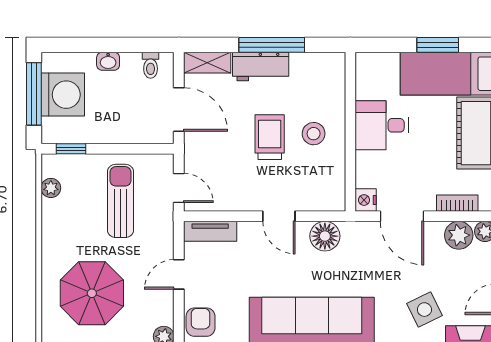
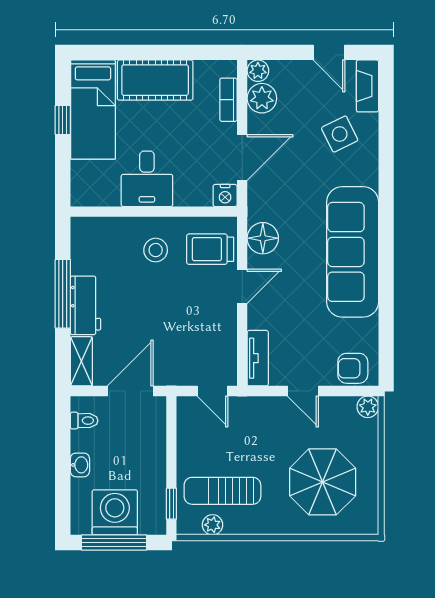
window: (438, 45) -> (63, 120), width x0.67
trolley: (270, 137) -> (210, 249), moved
door: (179, 188) -> (212, 391), swing flipped
sun lounger: (120, 201) -> (222, 491), moved

